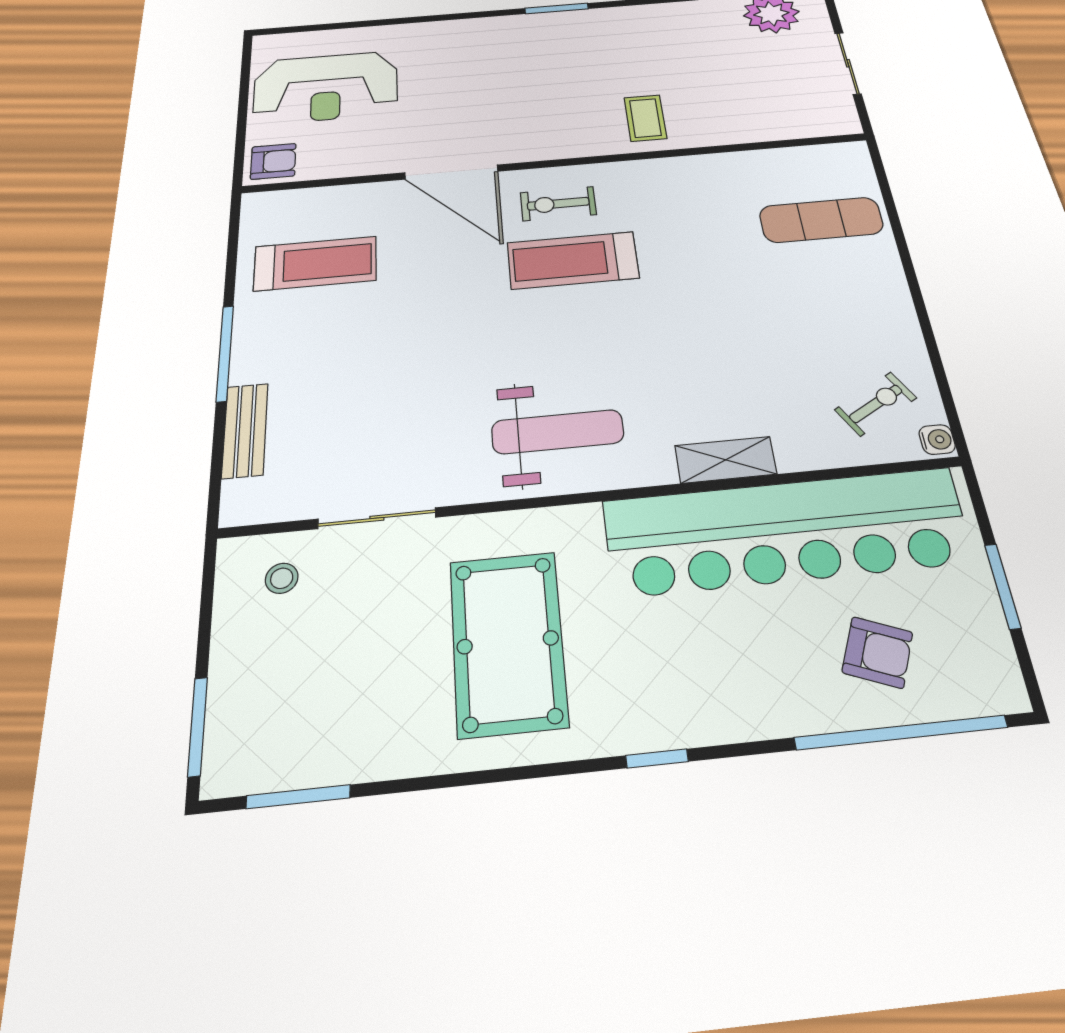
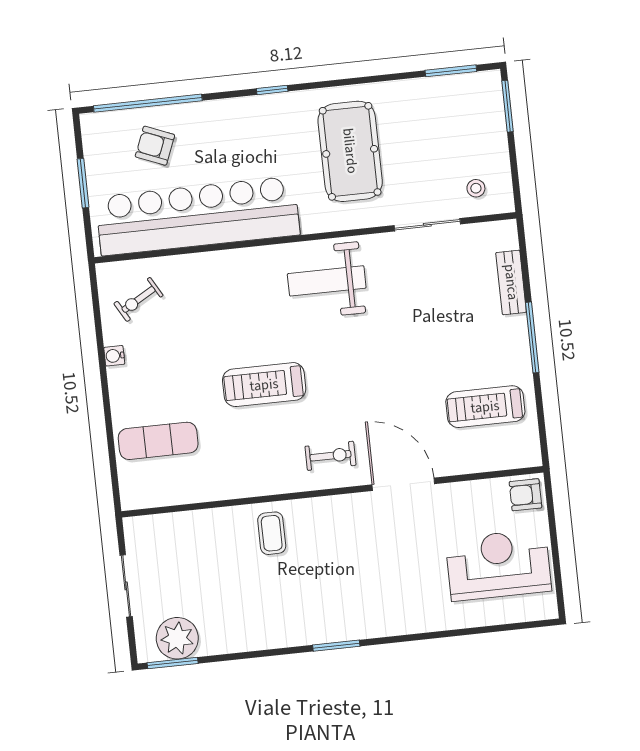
treadmill: (573, 260) -> (264, 385), moved, turned 180
water cooler: (937, 440) -> (114, 356), moved
shelving: (726, 460) -> (229, 262), removed

